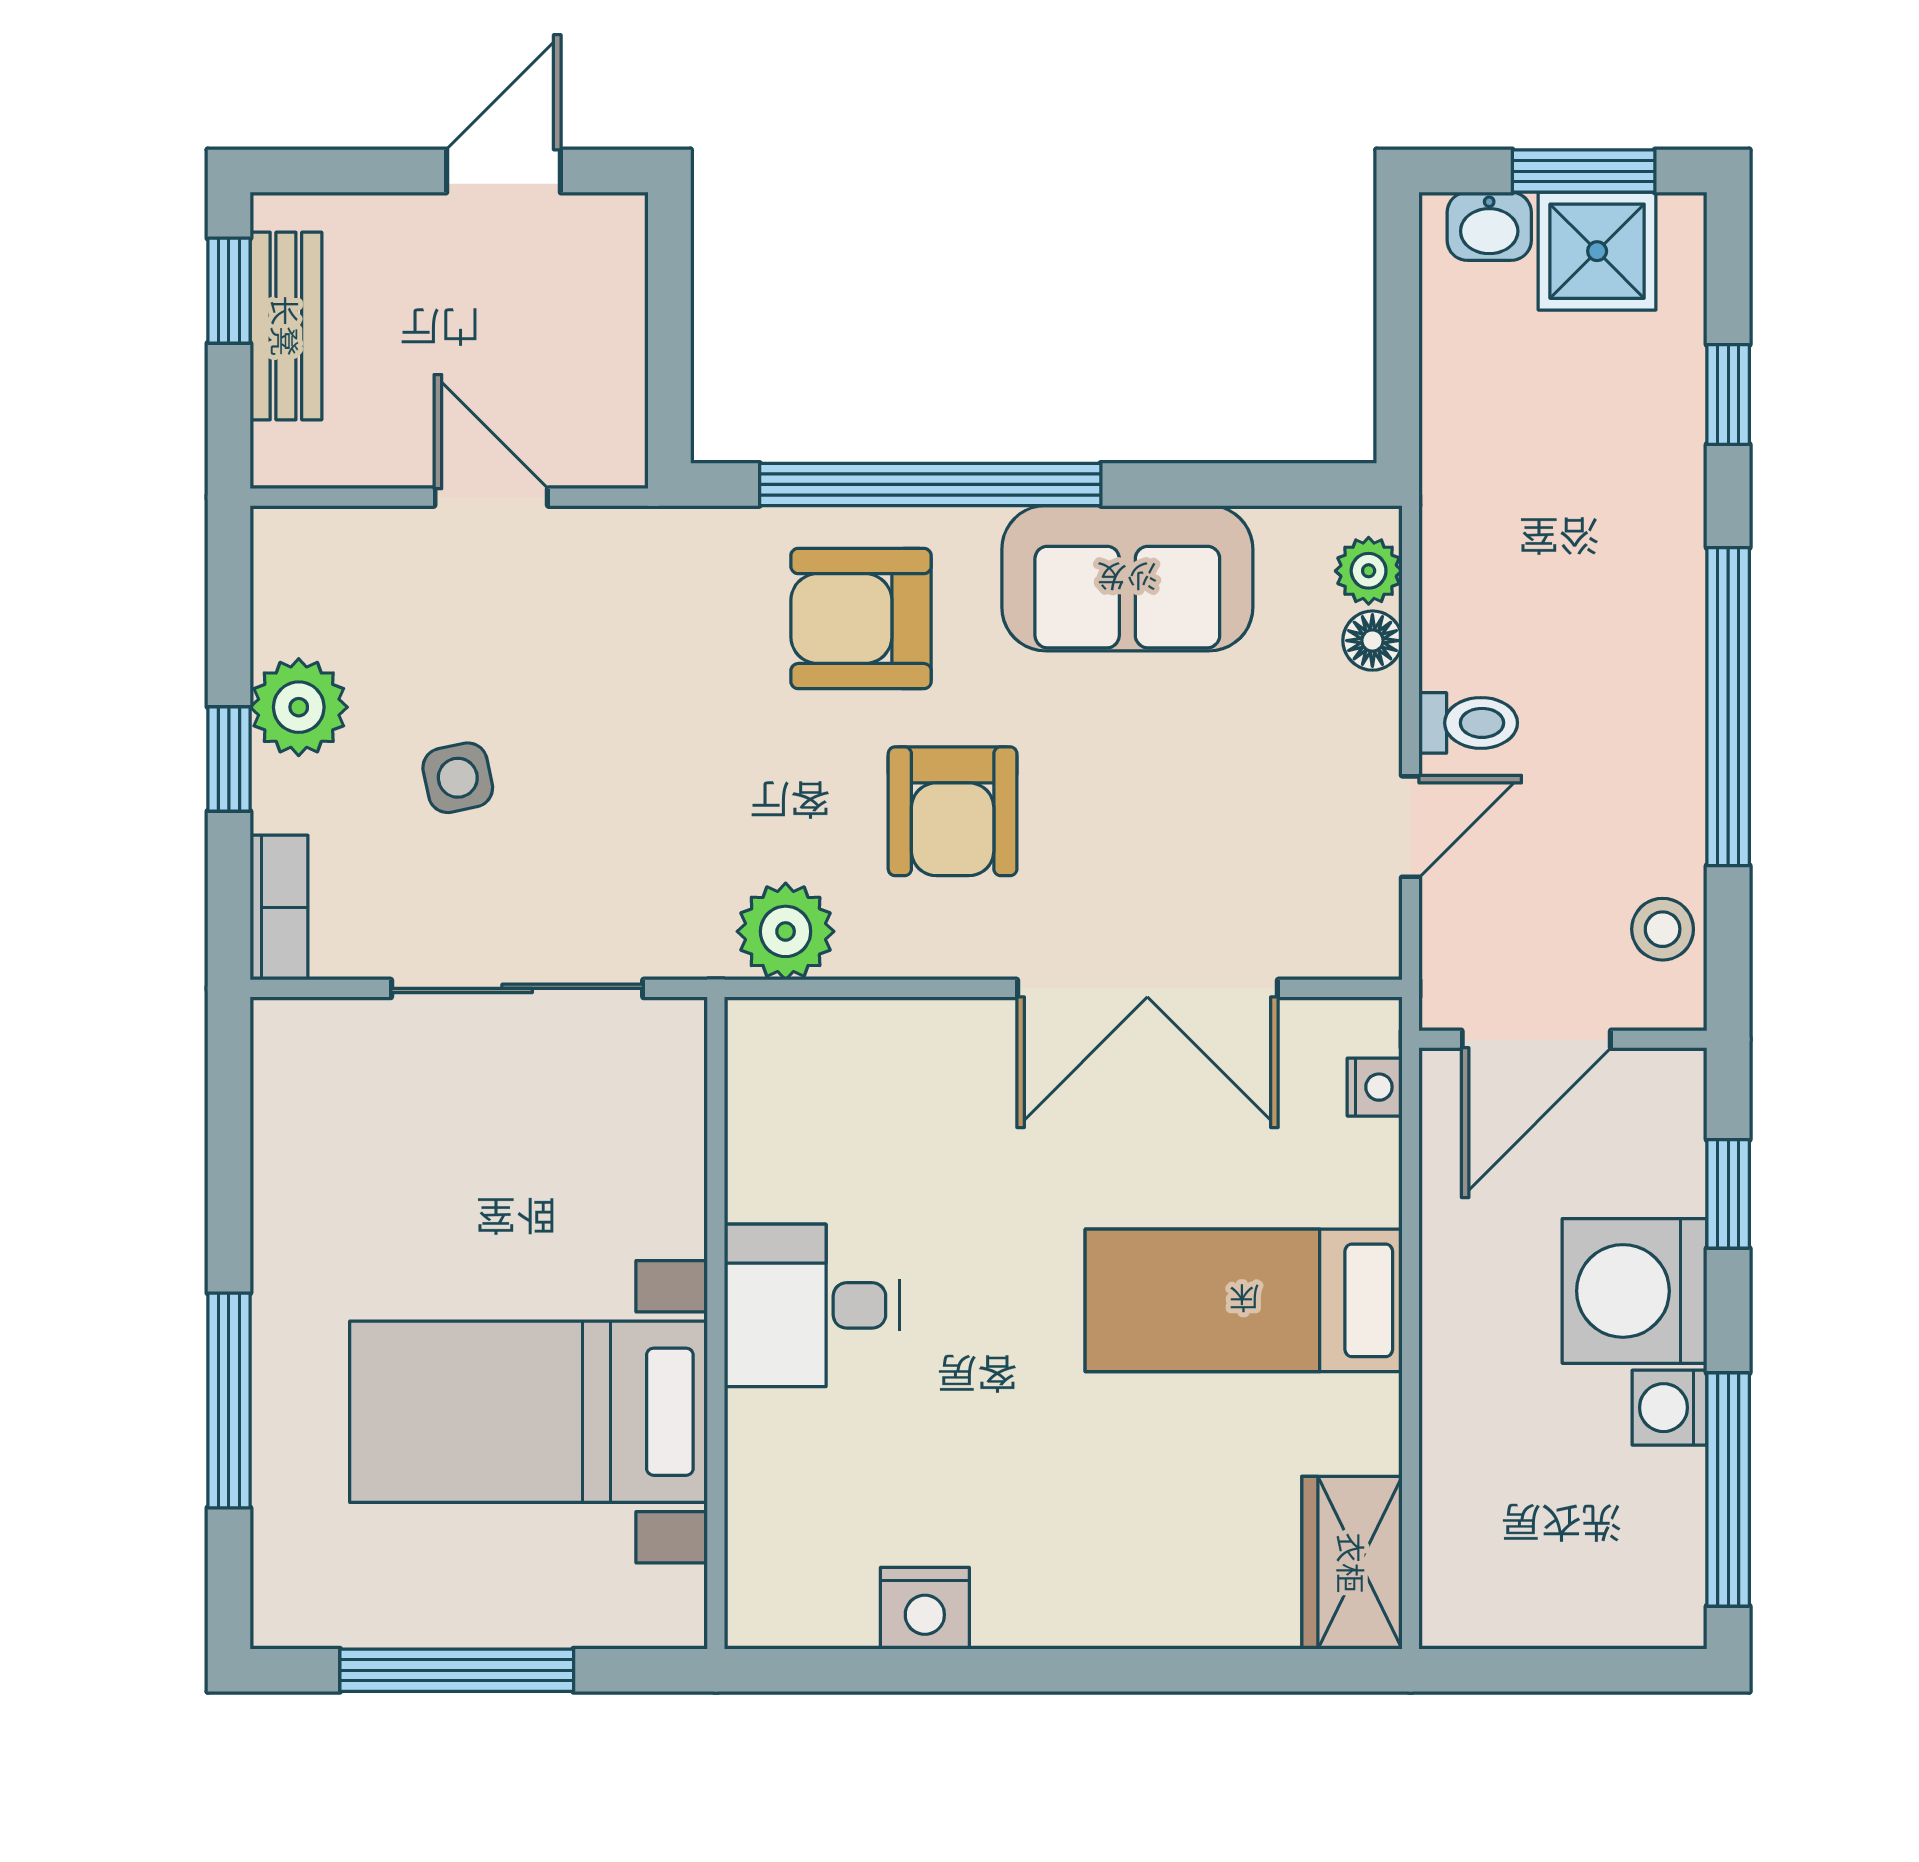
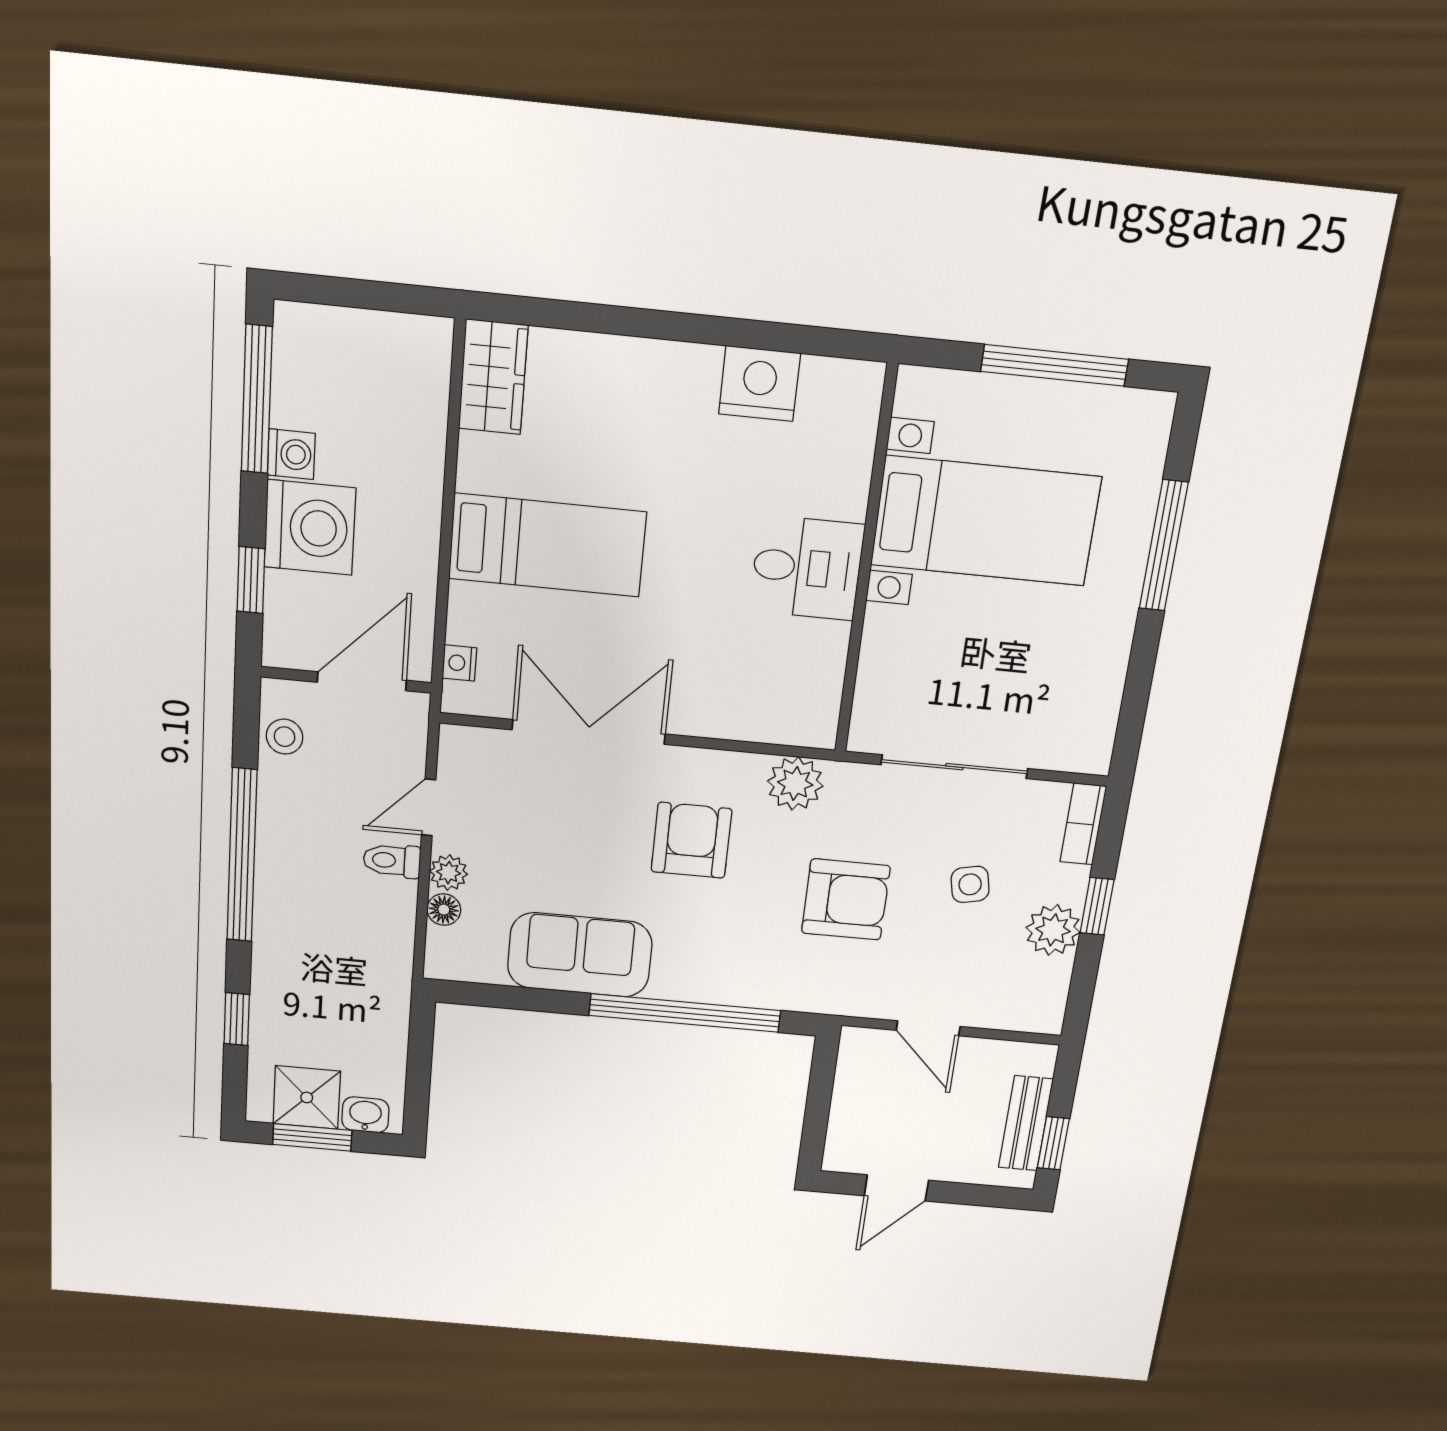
plant: (1369, 571) -> (449, 873), moved
armchair: (861, 619) -> (846, 900), moved
nightstand: (925, 1608) -> (760, 384), width x1.36, depth x1.33

